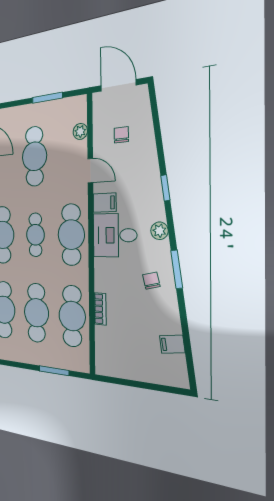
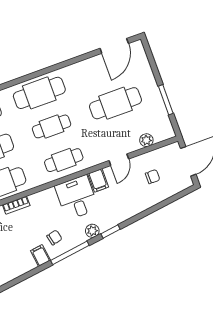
window: (165, 188) -> (110, 232), moved
cafe table: (71, 235) -> (64, 160), width x0.73, depth x0.74
window: (177, 269) -> (70, 253), width x1.44
filing cabinet: (172, 344) -> (40, 256), moved

